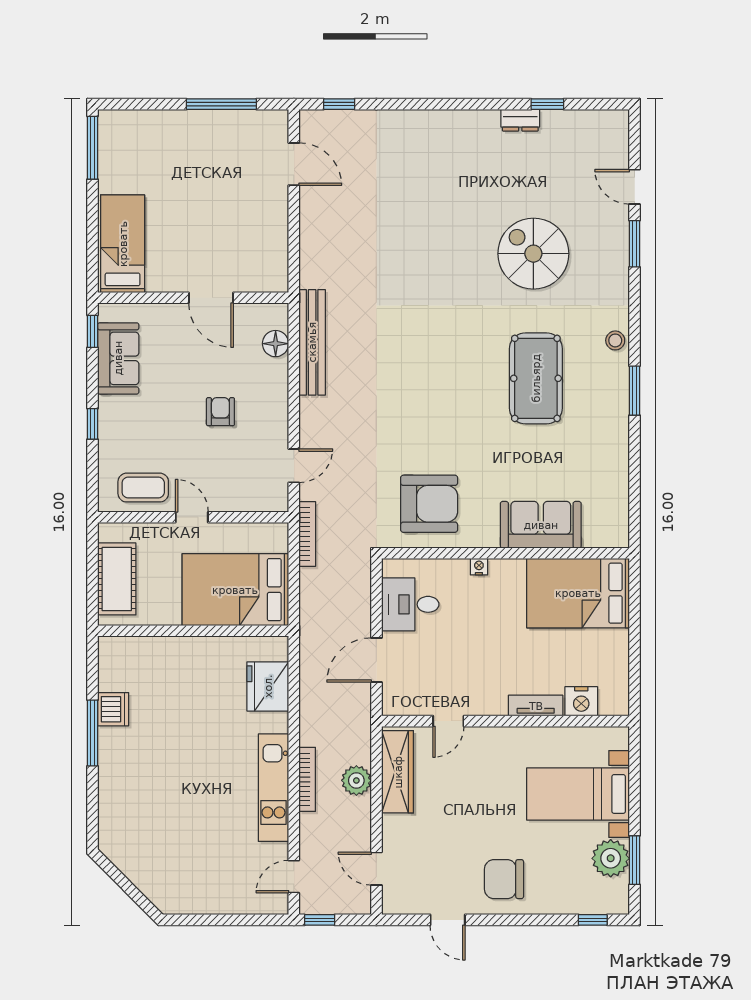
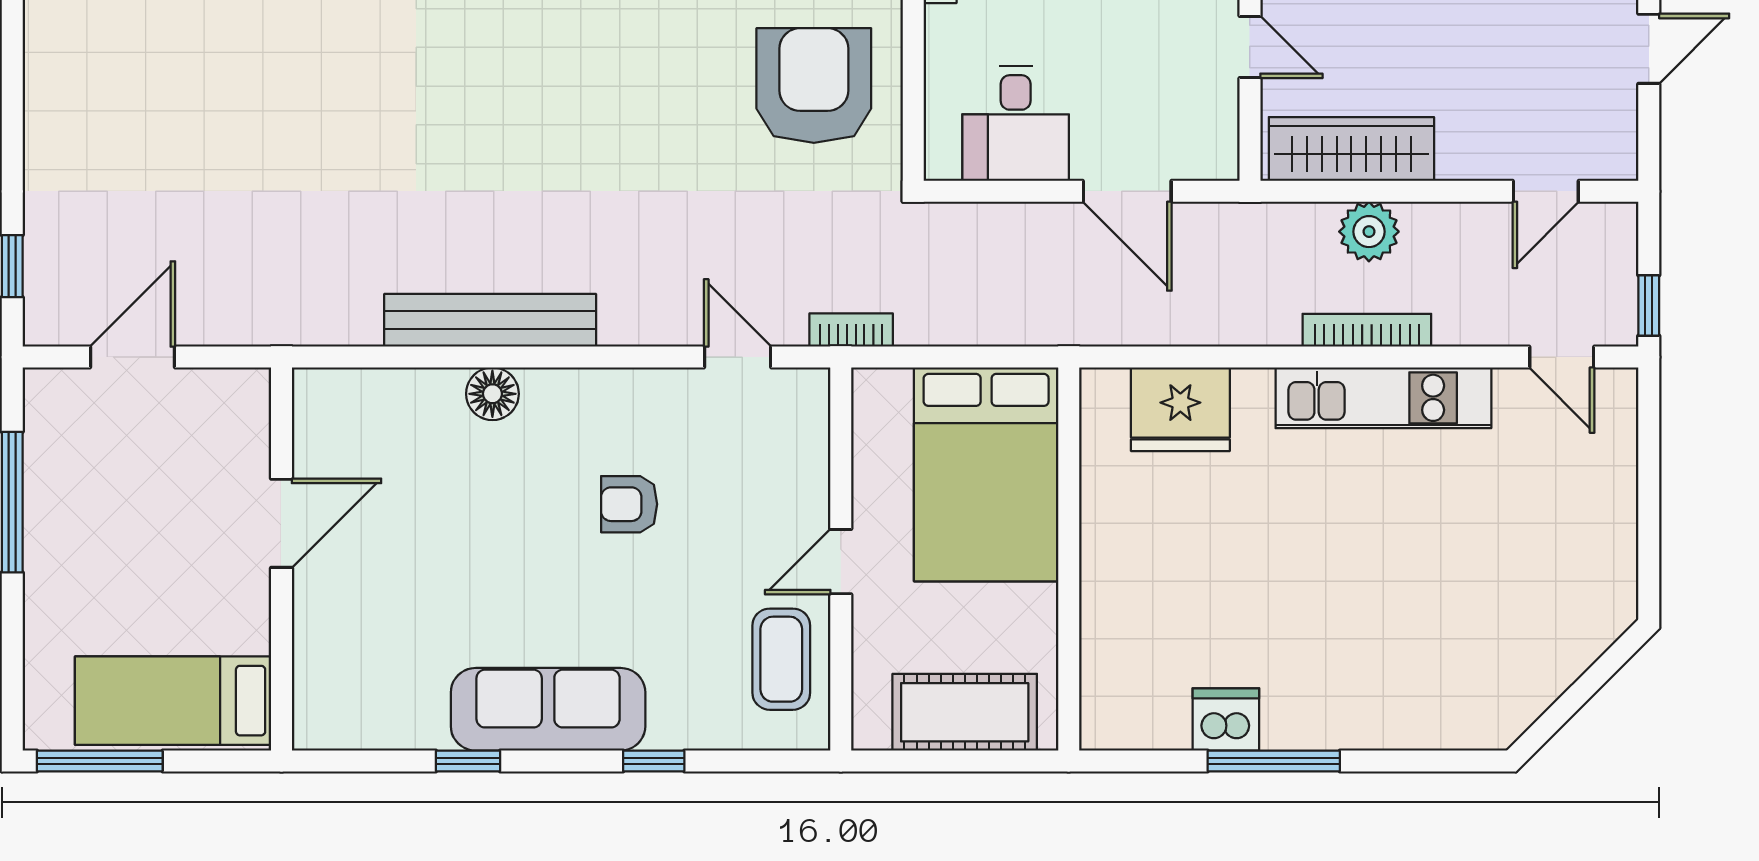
bed: (123, 244) -> (173, 701), moved
wall: (193, 298) -> (281, 559), moved
door: (211, 298) -> (281, 523), moved
sofa: (118, 358) -> (548, 709), width x1.36
bookcase: (307, 534) -> (851, 330), width x0.64

